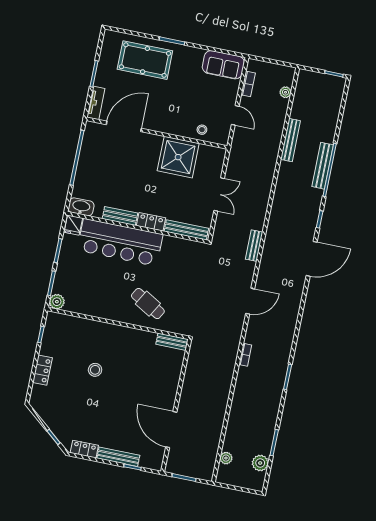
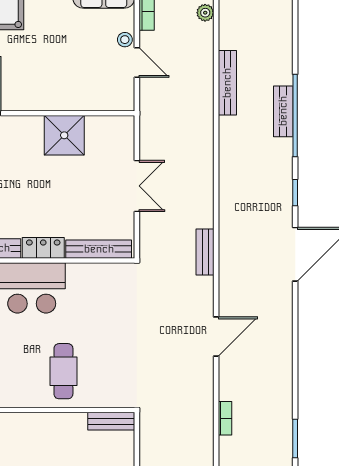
stool: (202, 130) -> (125, 40), moved
shower: (178, 157) -> (64, 135), width x0.73, depth x0.73
bench: (323, 166) -> (283, 111), width x0.73
cafe table: (148, 304) -> (63, 371), turned 60

